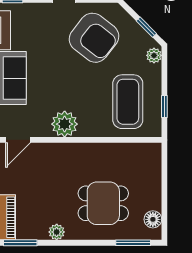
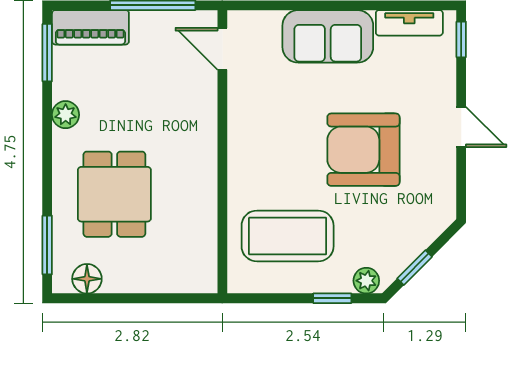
armchair: (94, 38) -> (363, 150), moved, turned 52
window: (164, 107) -> (332, 298), moved
plant: (65, 124) -> (249, 128), removed

